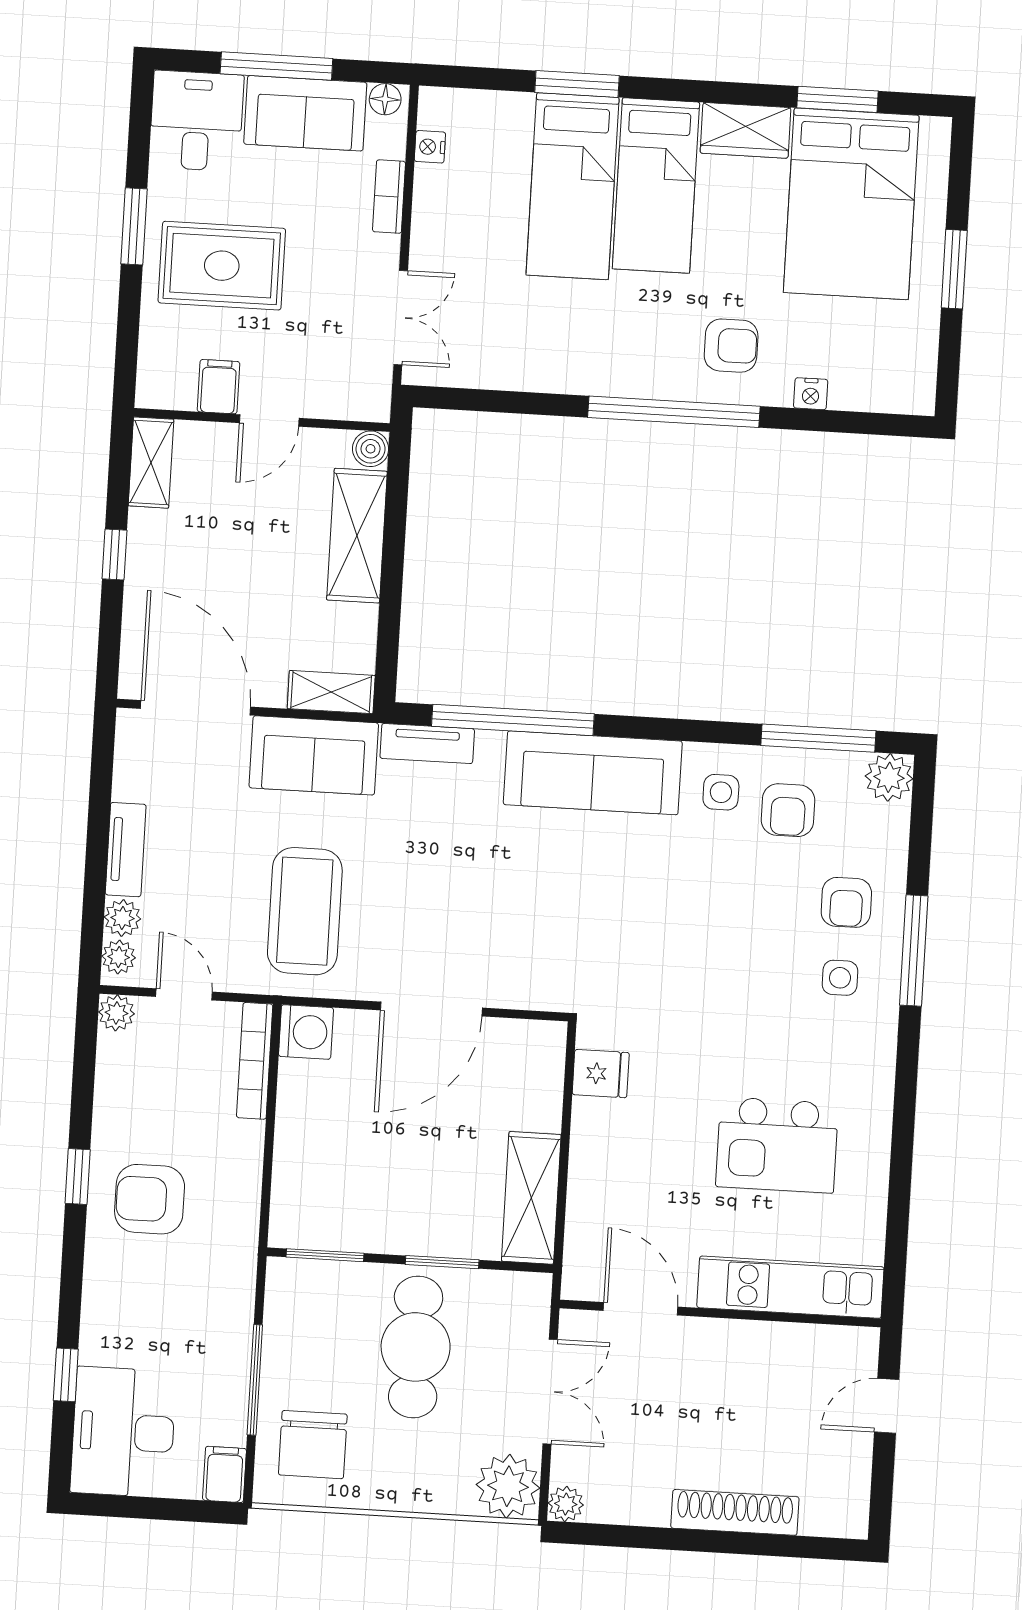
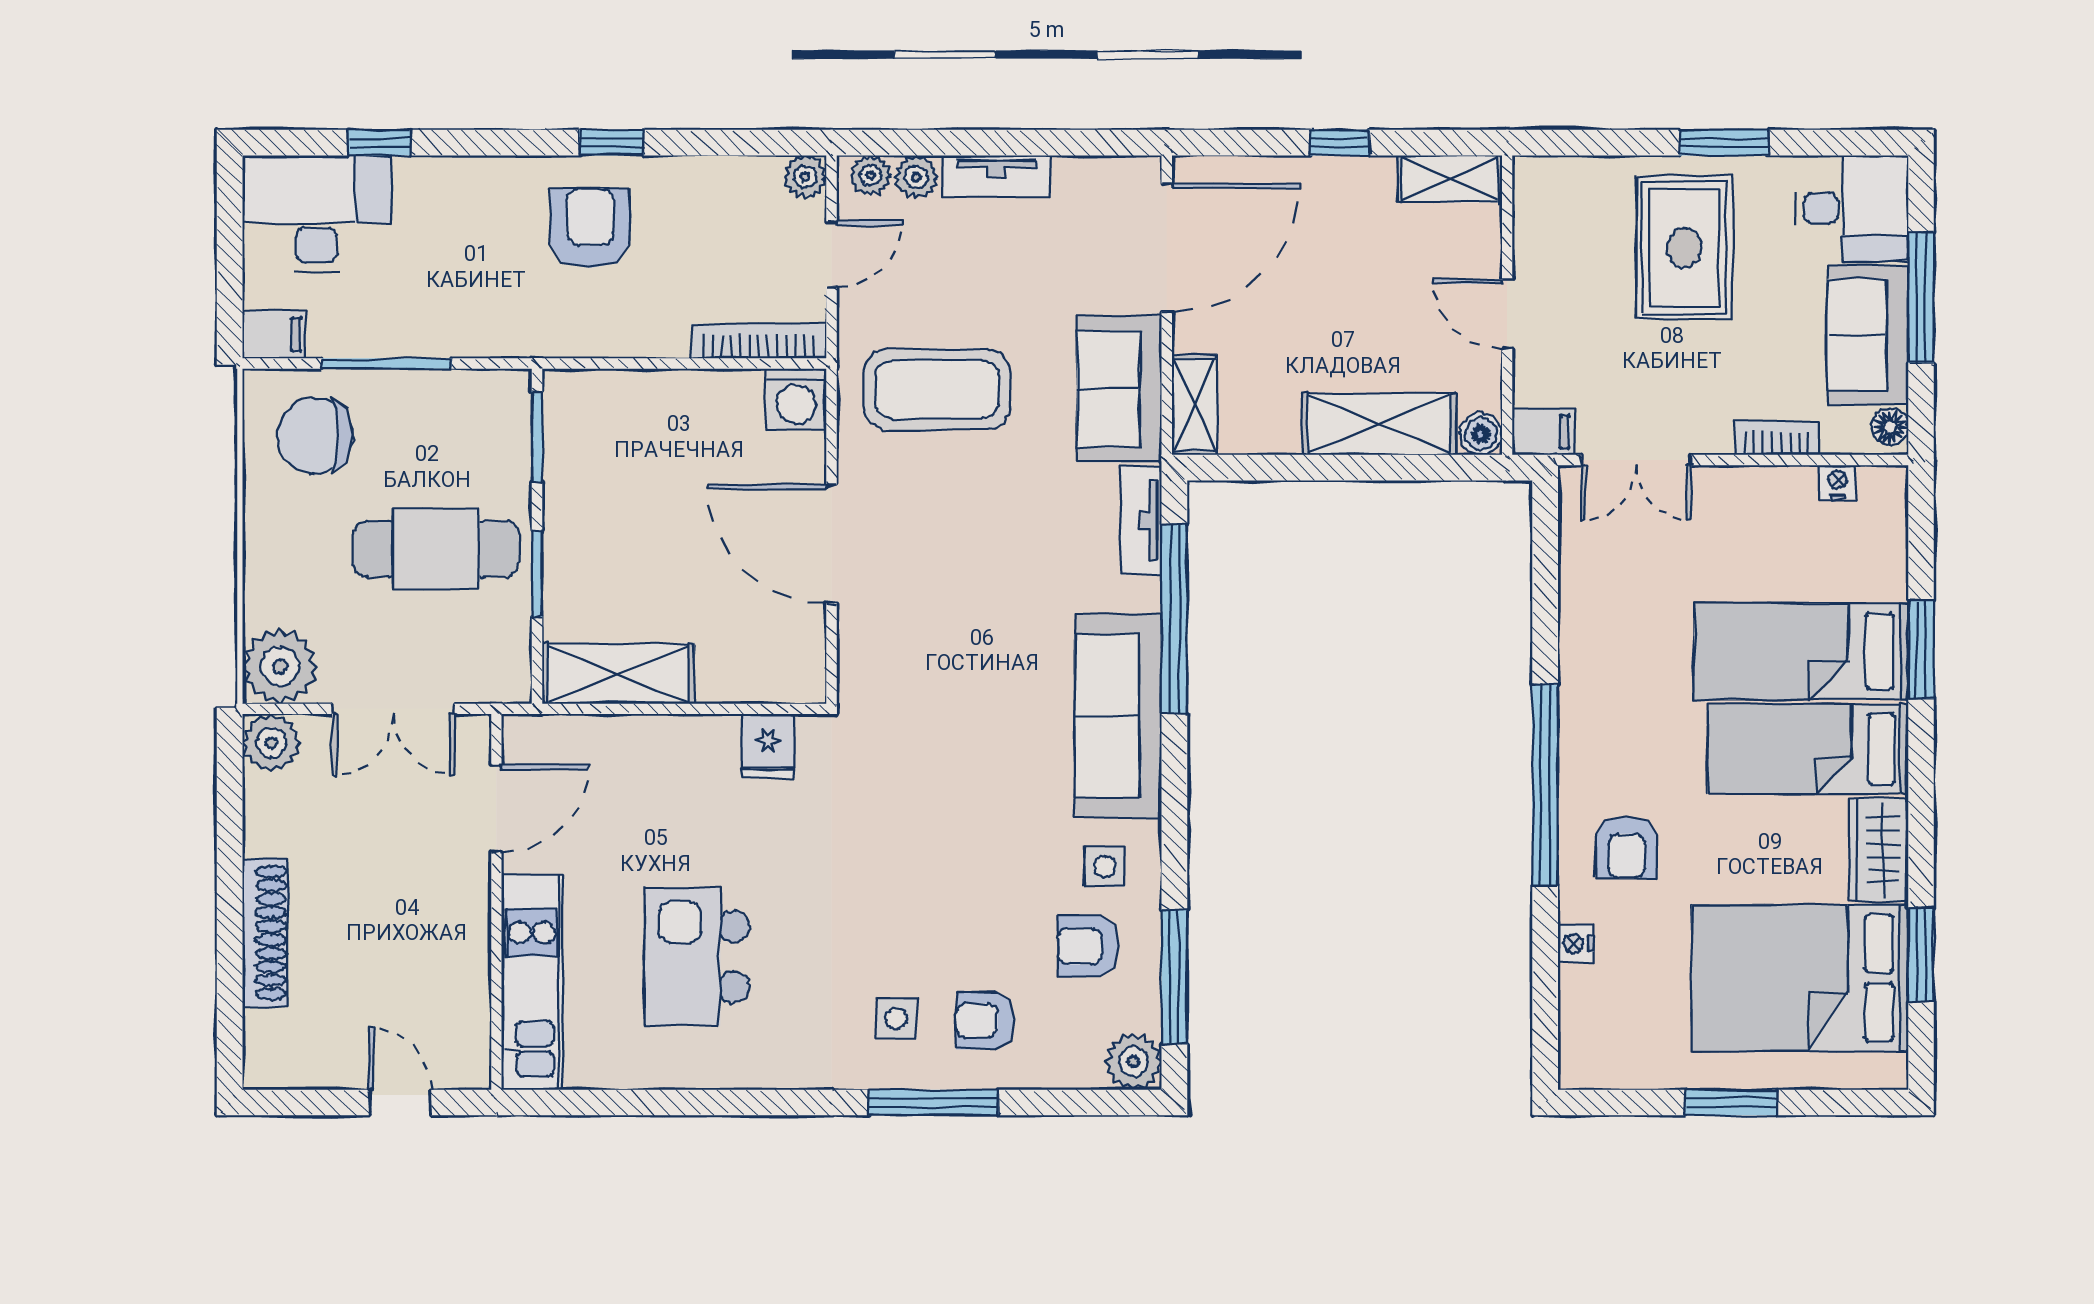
filing cabinet: (219, 387) -> (1543, 432), moved
plant: (566, 1504) -> (271, 743), width x1.38, depth x1.38

